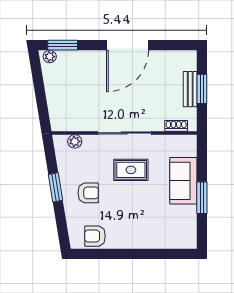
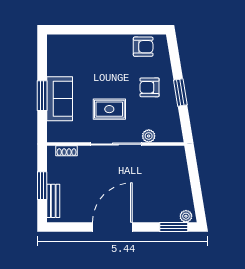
bench: (190, 89) -> (53, 201), moved
plant: (75, 141) -> (149, 136), moved
window: (202, 198) -> (42, 96), moved

